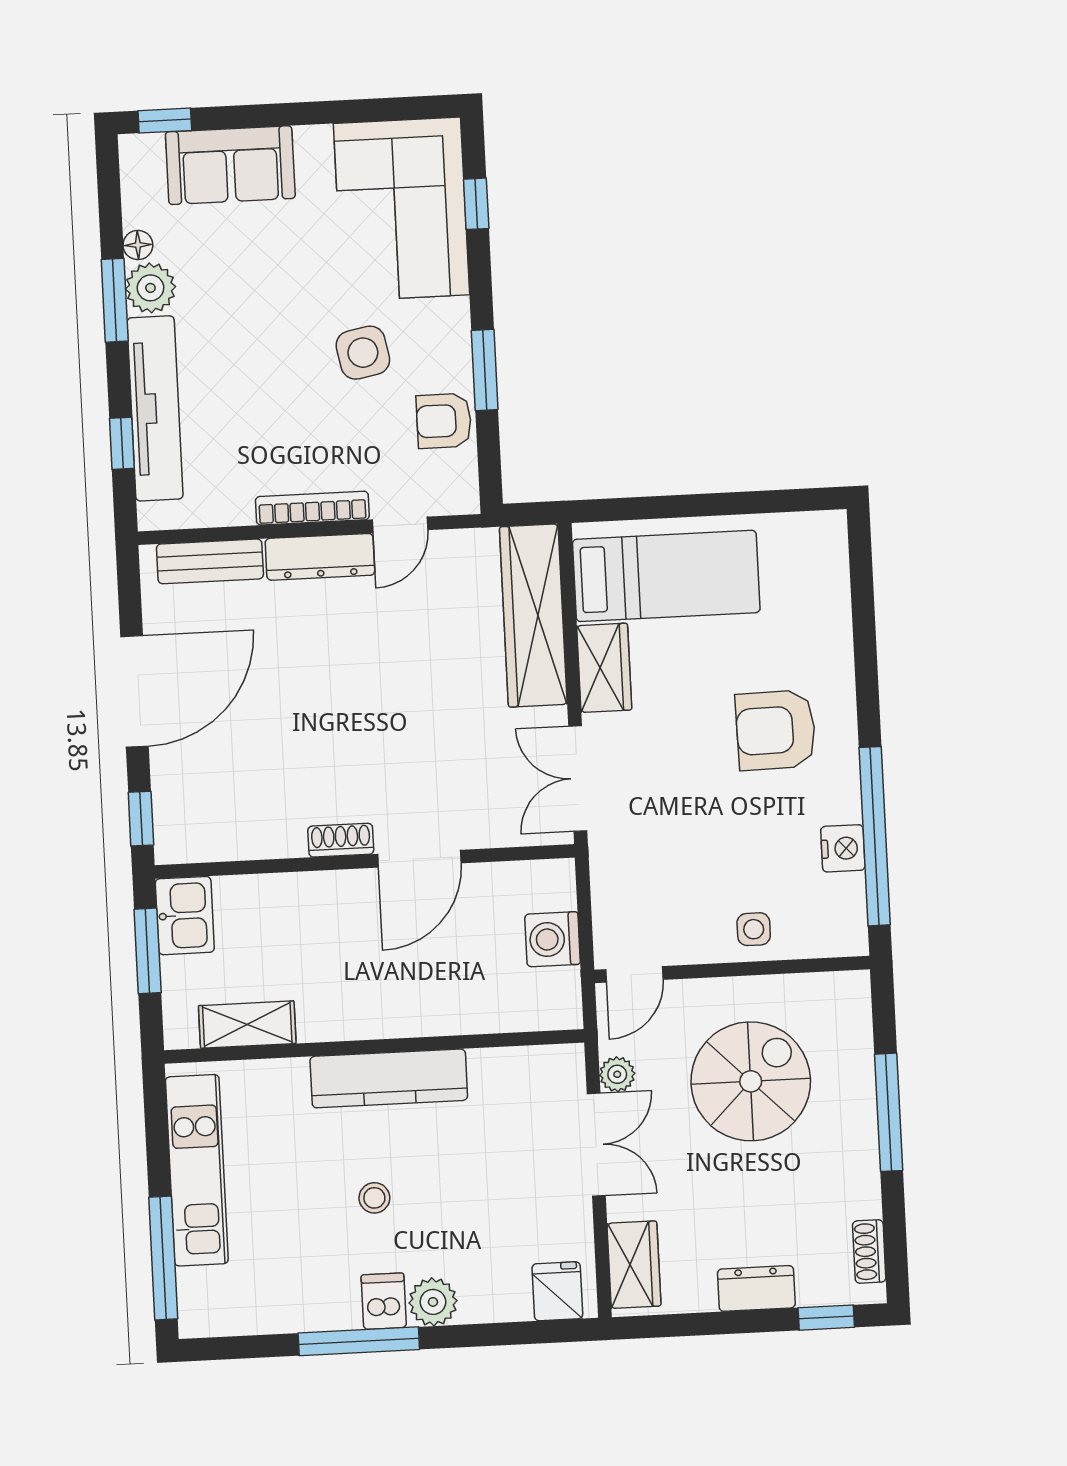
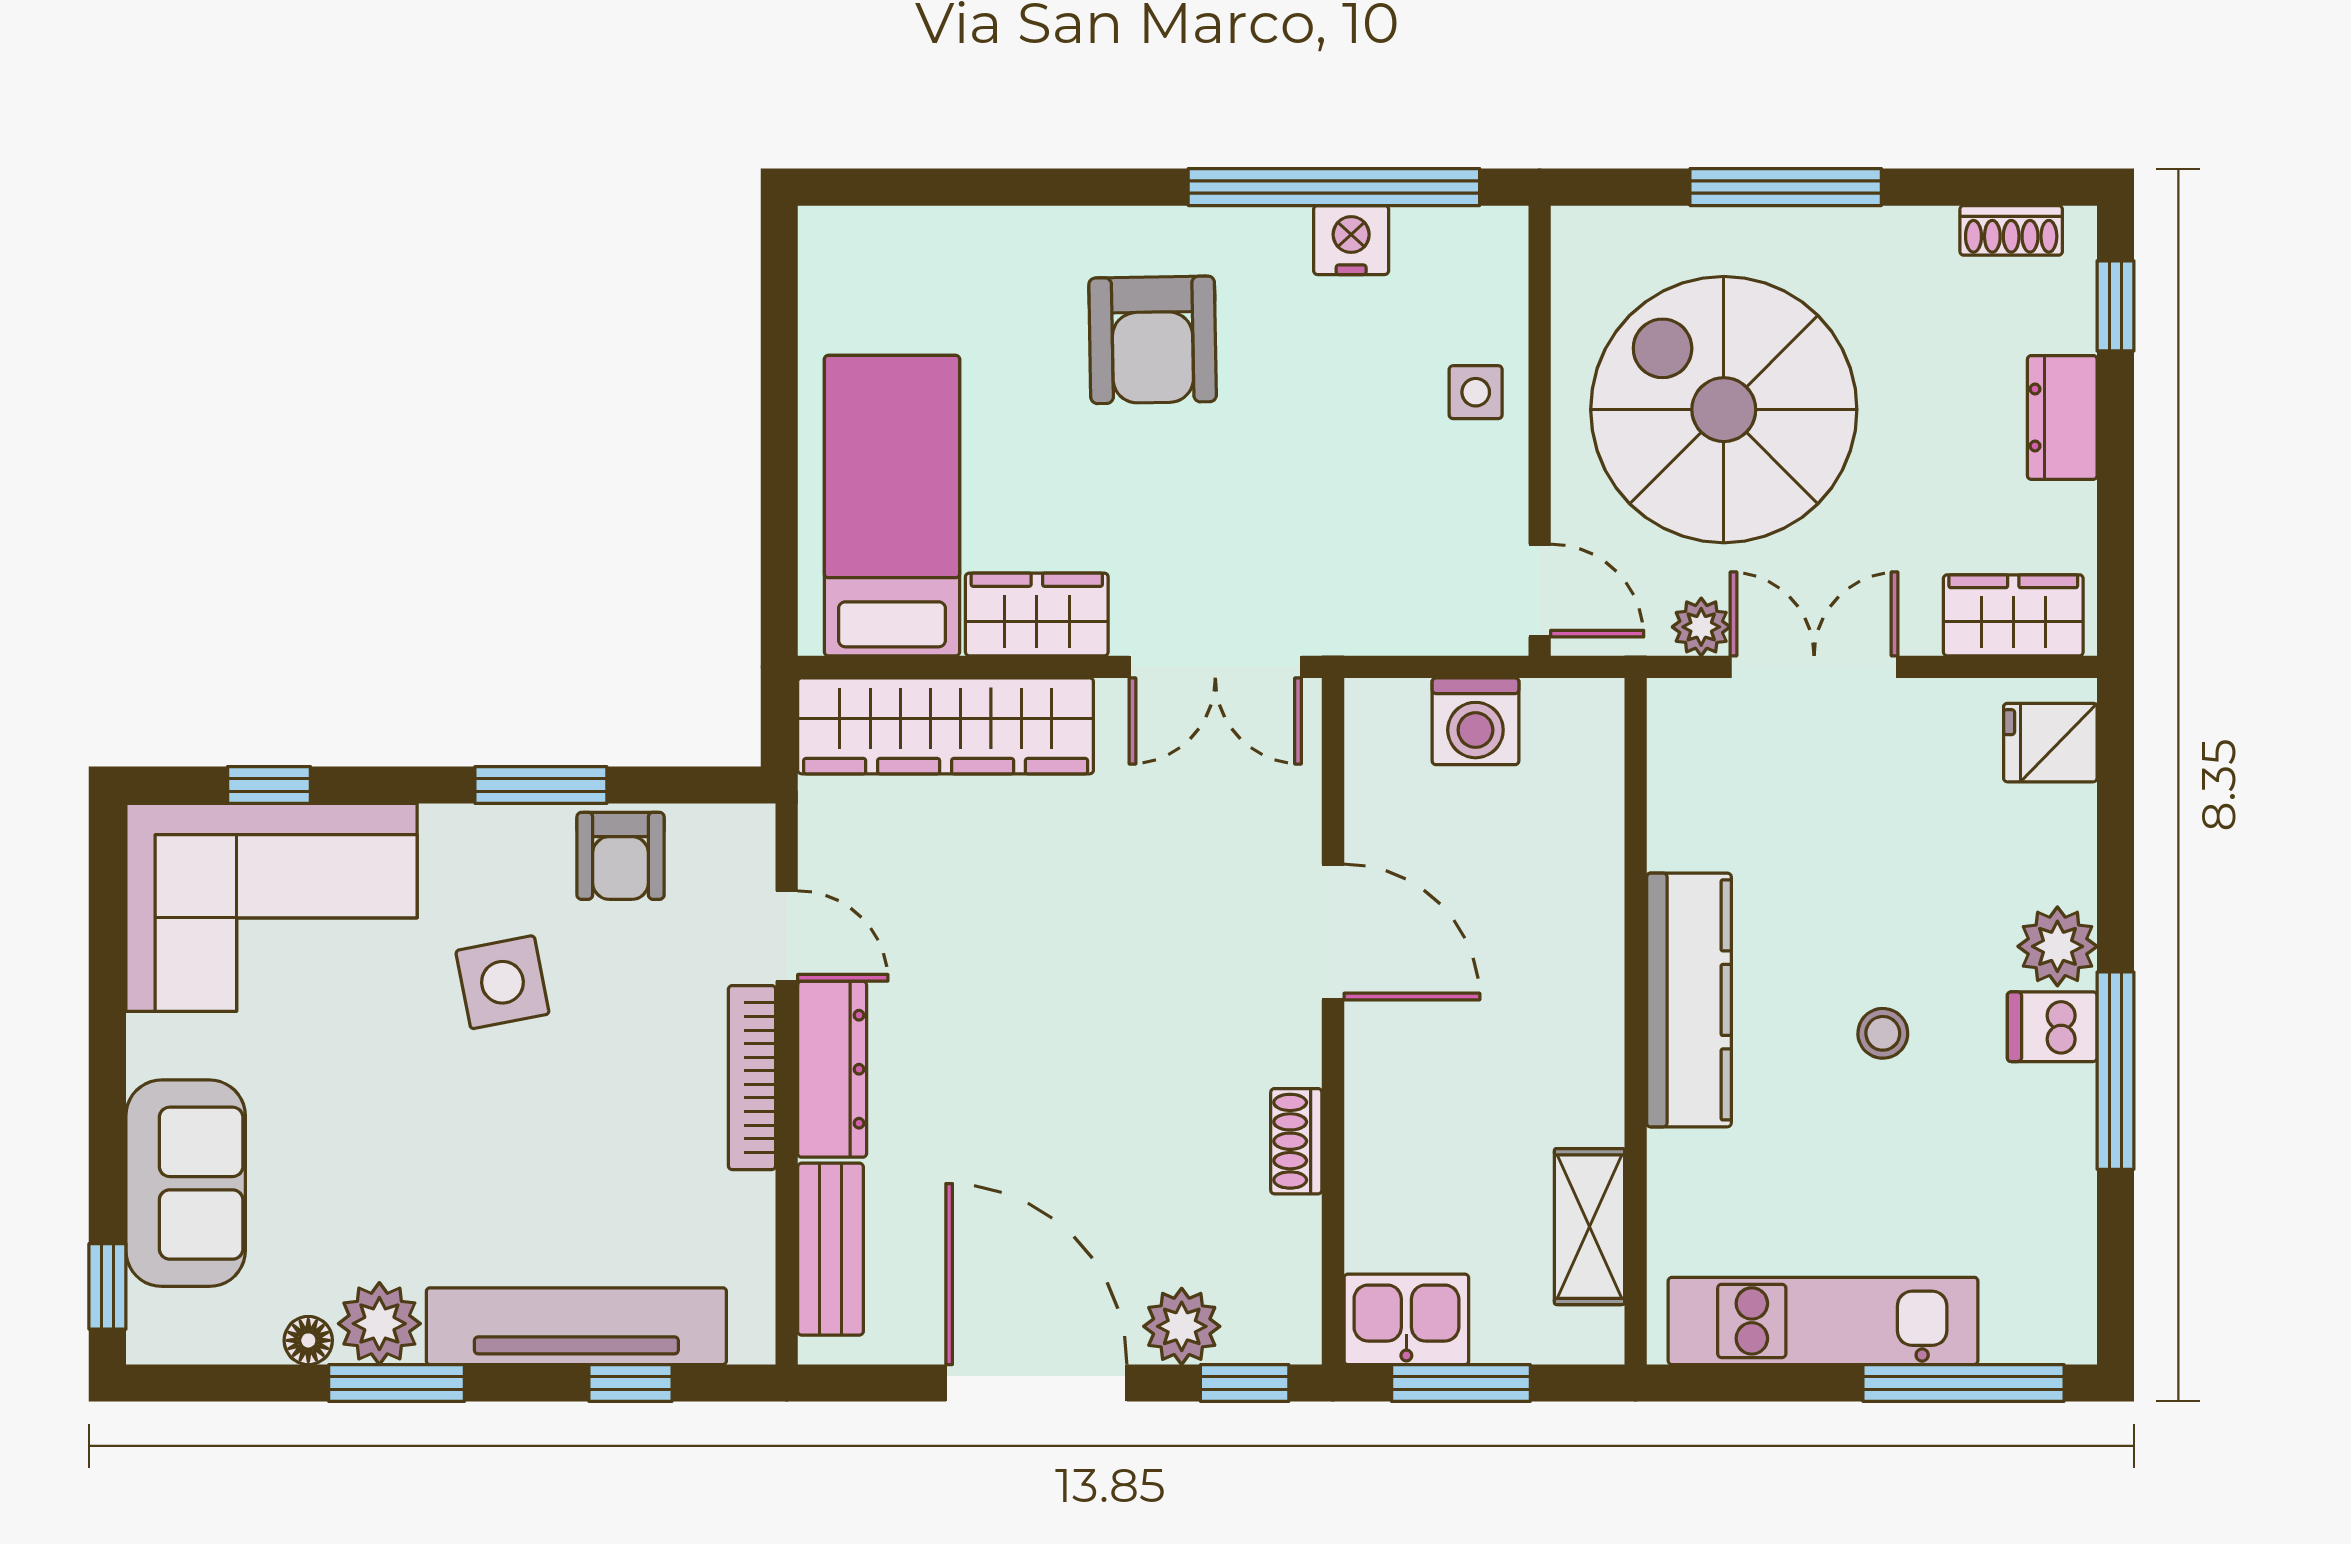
plant: (174, 778) -> (1182, 1326), added
shoe rack: (341, 840) -> (1296, 1141), moved
spiral stairs: (751, 1081) -> (1724, 410), width x1.37, depth x1.37

